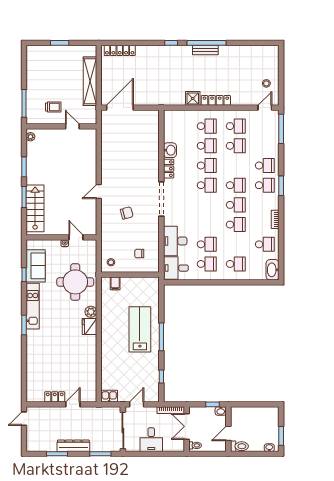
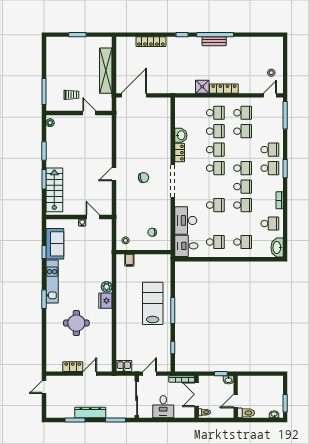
locker: (120, 50) -> (151, 42), moved
chair: (127, 213) -> (144, 178), moved
school desk: (207, 244) -> (215, 205), moved
round table: (75, 282) -> (76, 323), moved, width x0.73, depth x0.73

